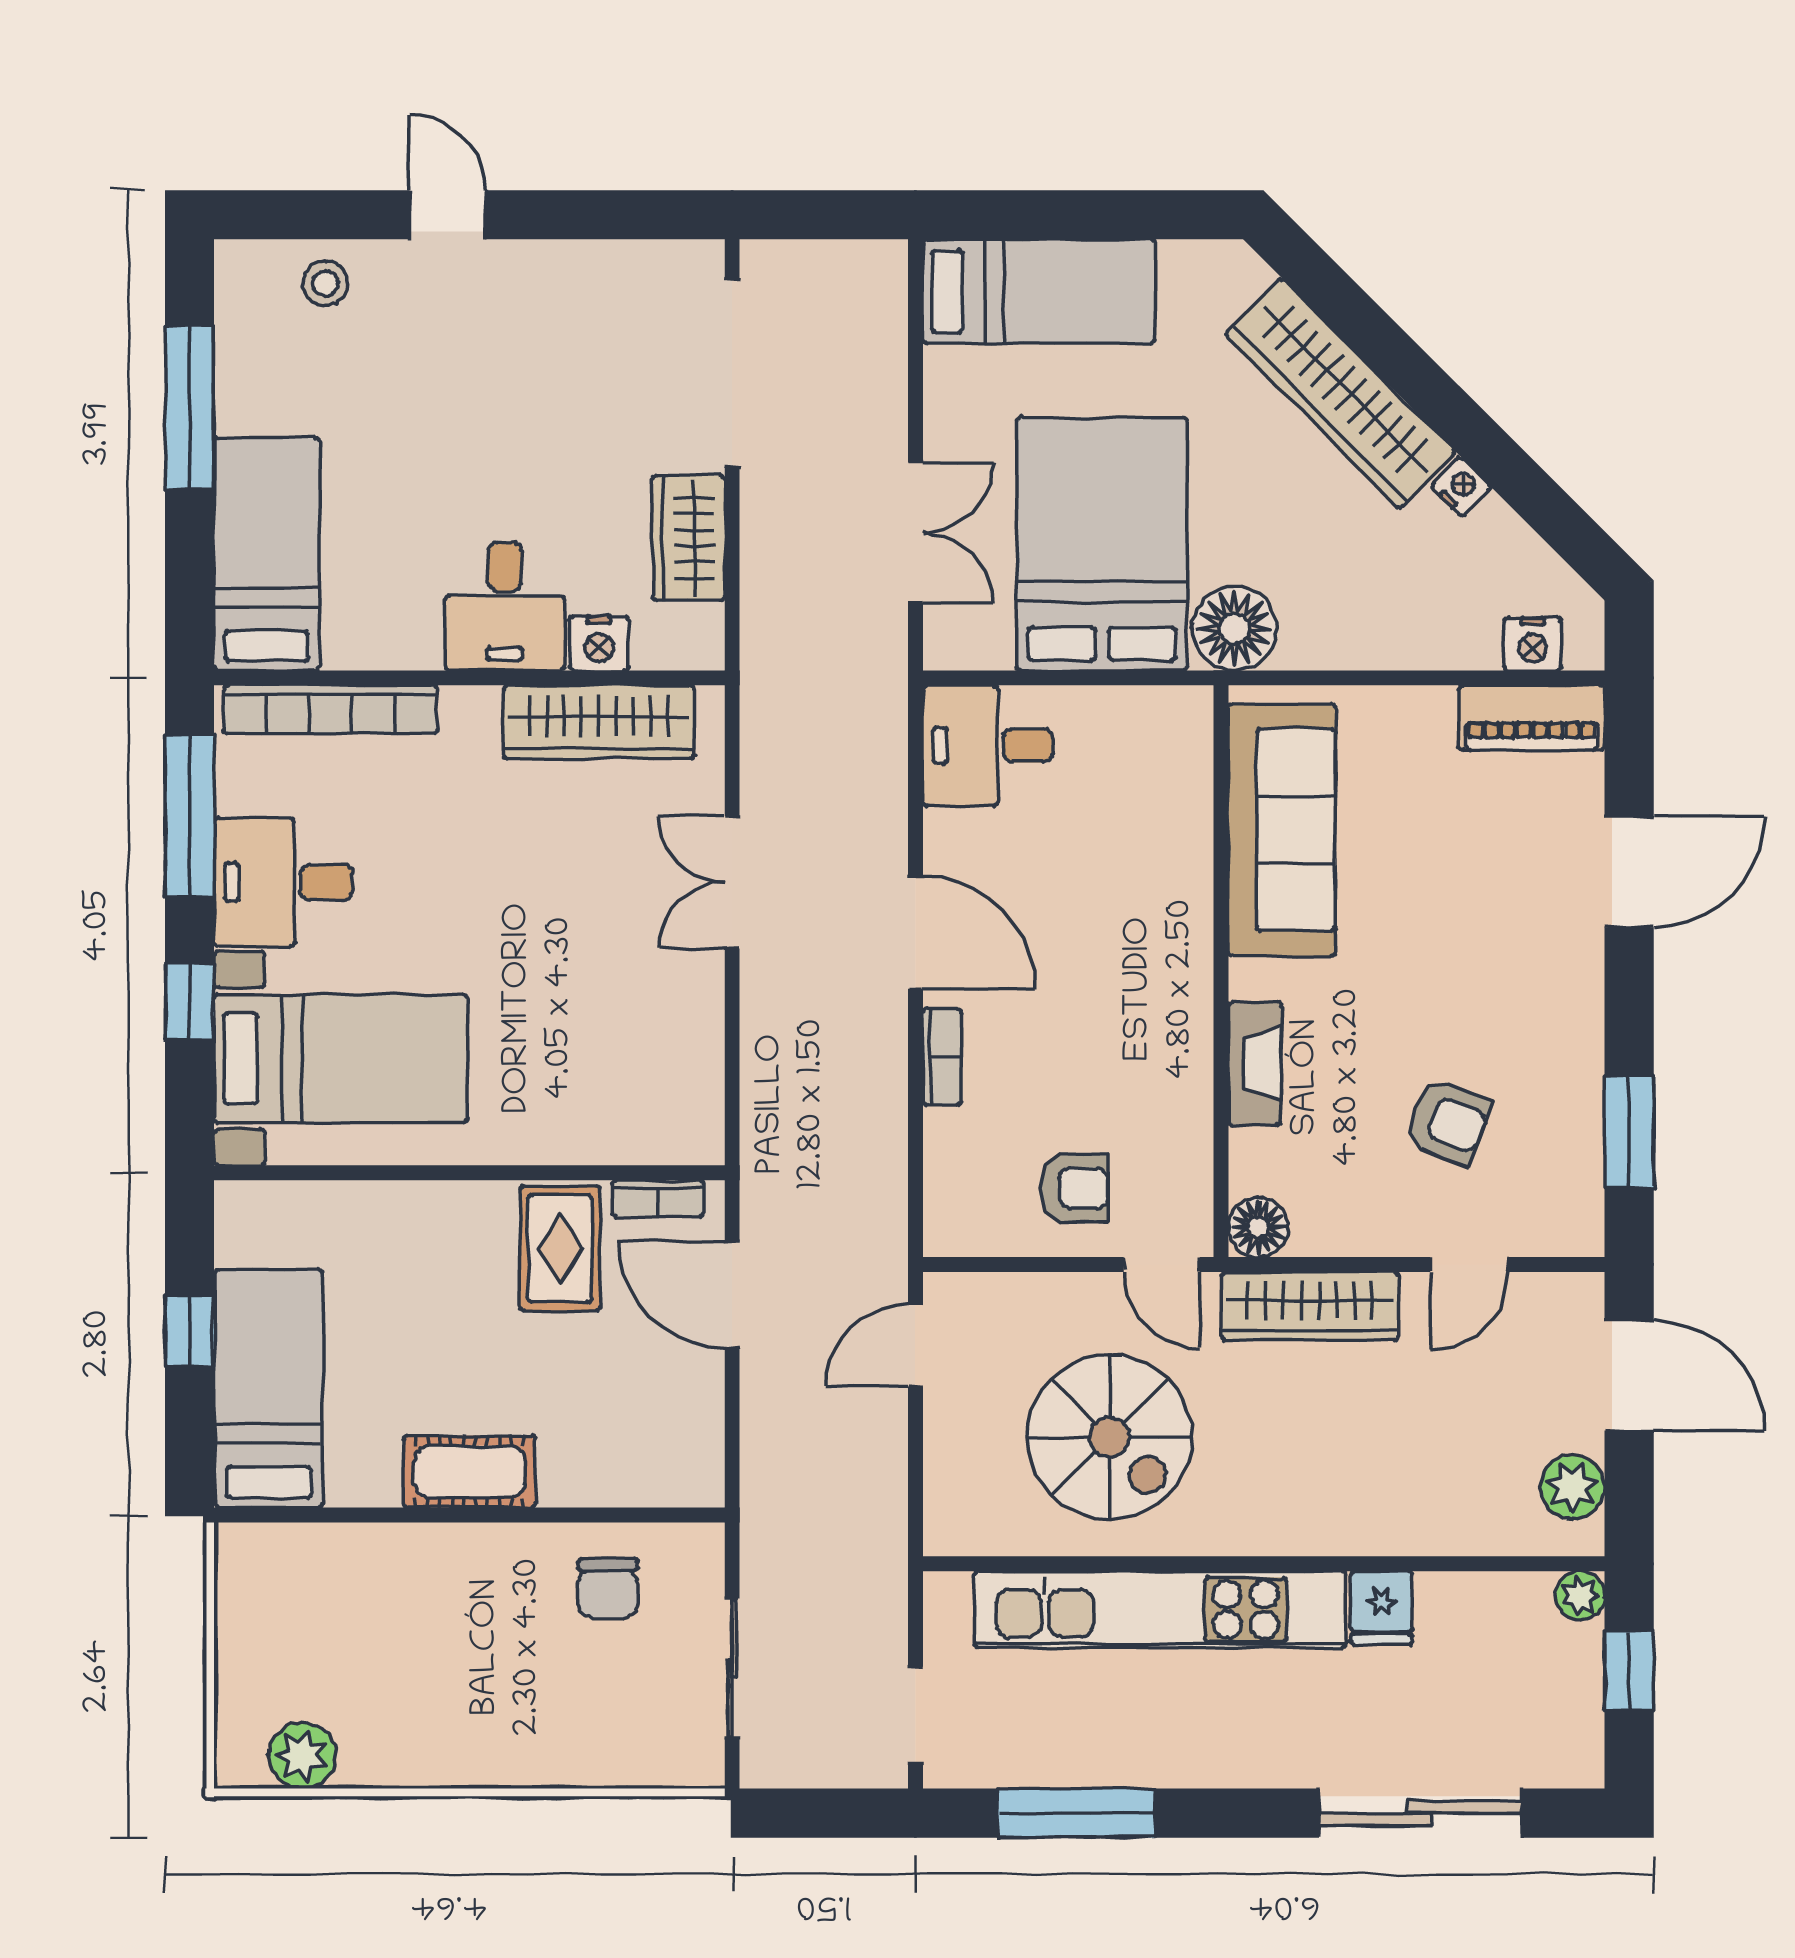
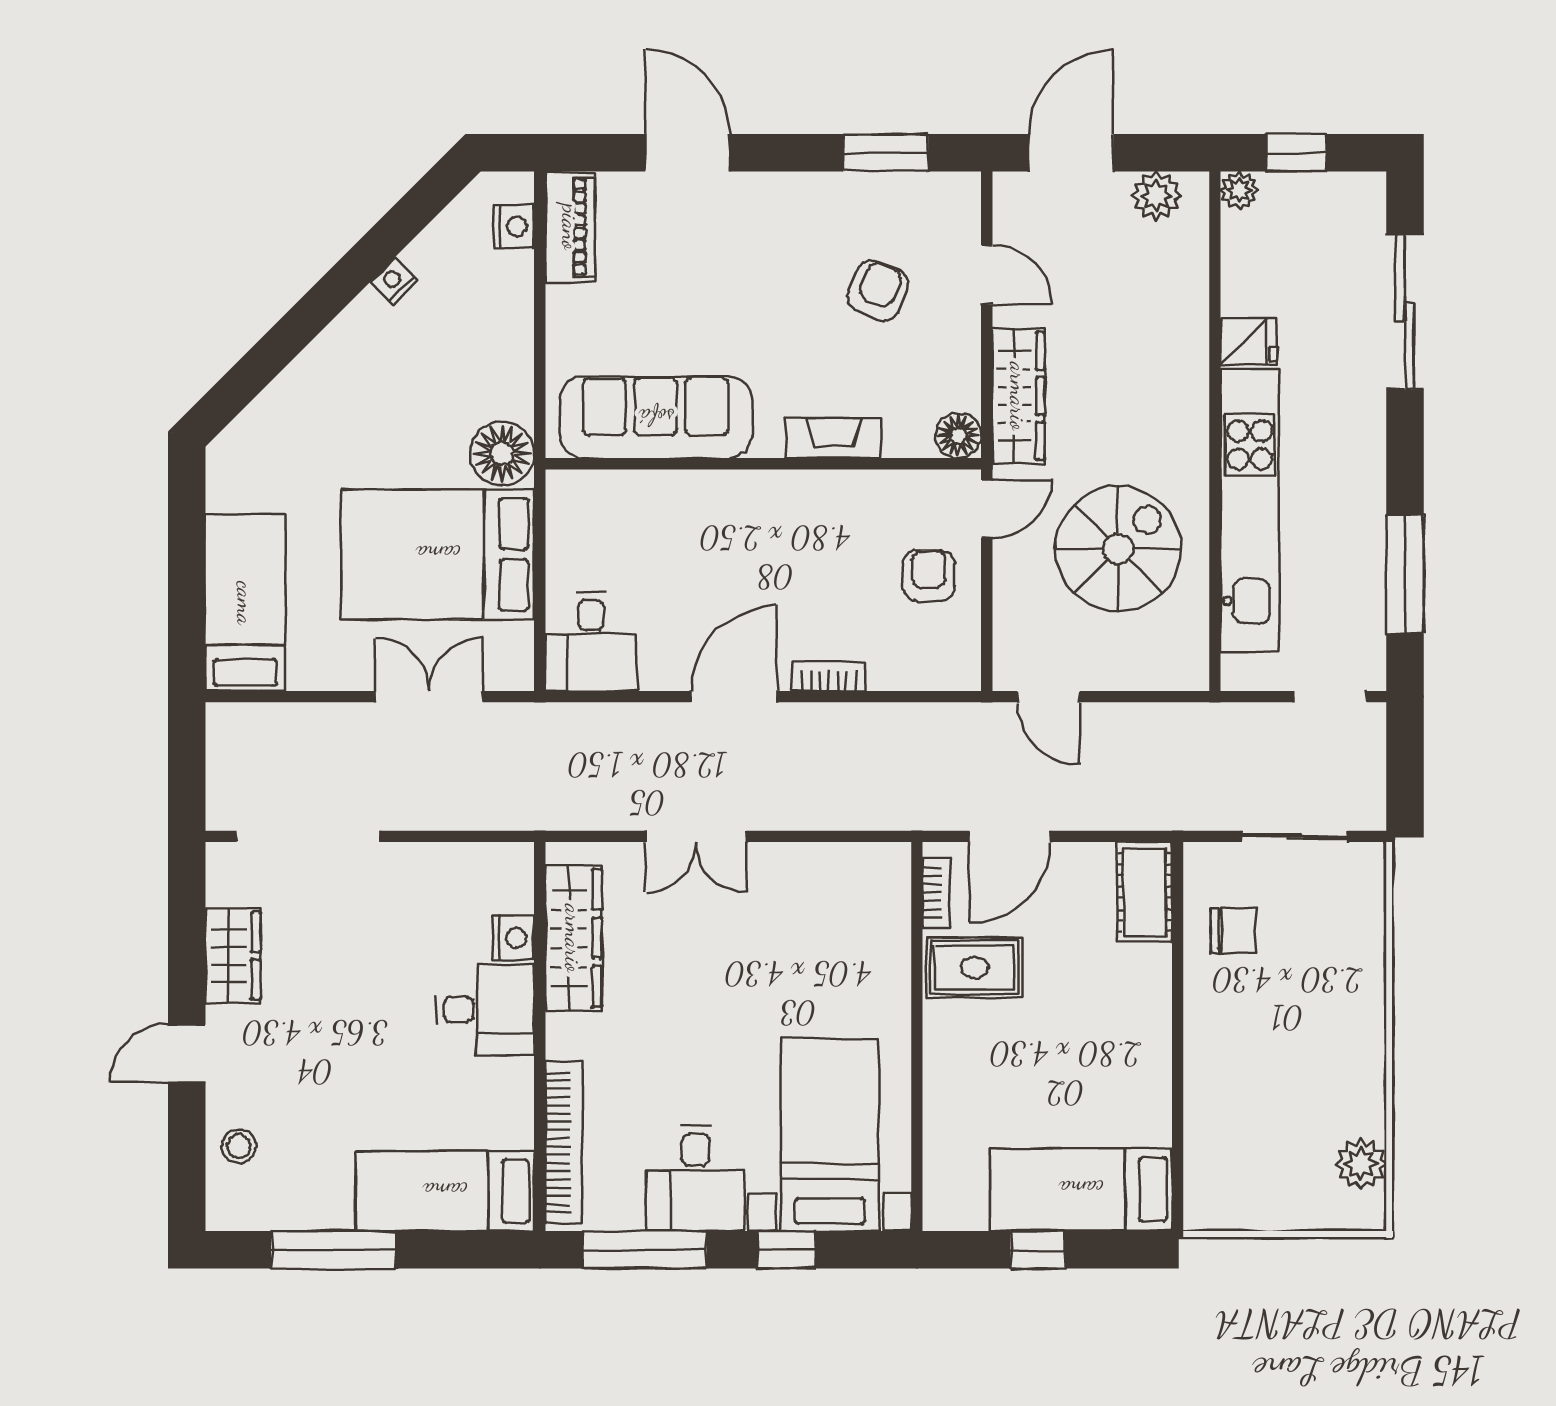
wardrobe: (1341, 393) -> (323, 373), removed
wardrobe: (689, 538) -> (233, 956), moved, turned -90
cot: (470, 1472) -> (1145, 892), moved

